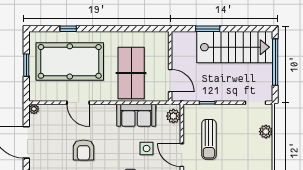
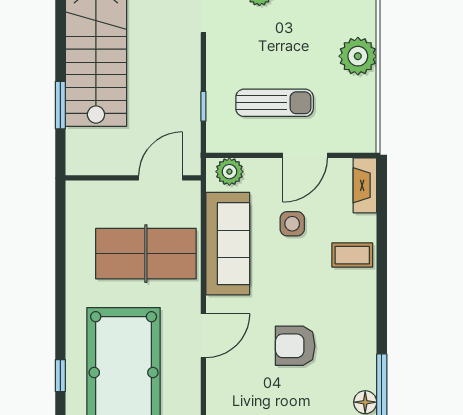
door: (78, 103) -> (203, 336), moved
sofa: (136, 115) -> (228, 244), width x1.36
armchair: (84, 150) -> (295, 346), turned 180

